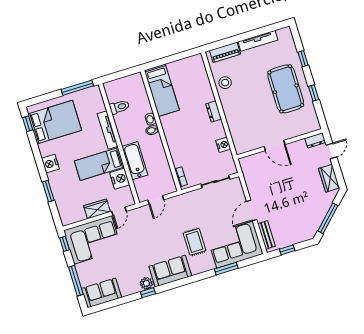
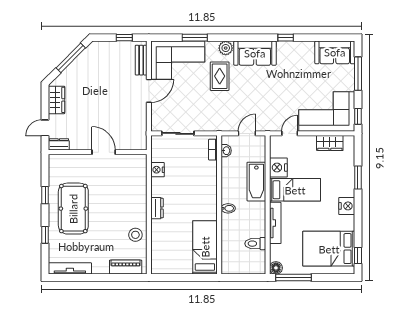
tv unit: (258, 41) -> (70, 268), moved
floor lamp: (95, 91) -> (276, 268), added
washbasin: (151, 119) -> (226, 151), moved
wardrobe: (97, 209) -> (330, 143), moved
plant: (146, 283) -> (226, 48), moved

